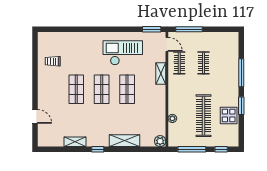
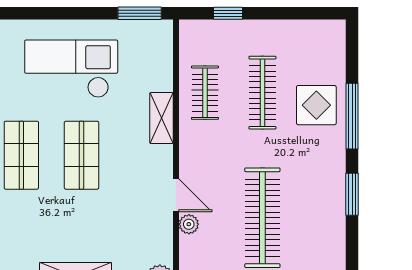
window: (189, 29) -> (228, 13), width x0.46
door: (167, 44) -> (176, 195), moved
clothes rail: (203, 63) -> (262, 93), width x1.36
display table: (229, 115) -> (316, 105), moved

